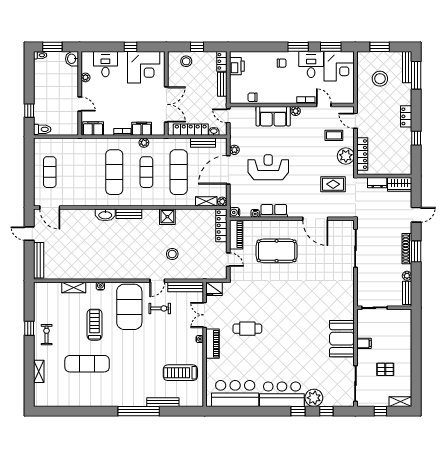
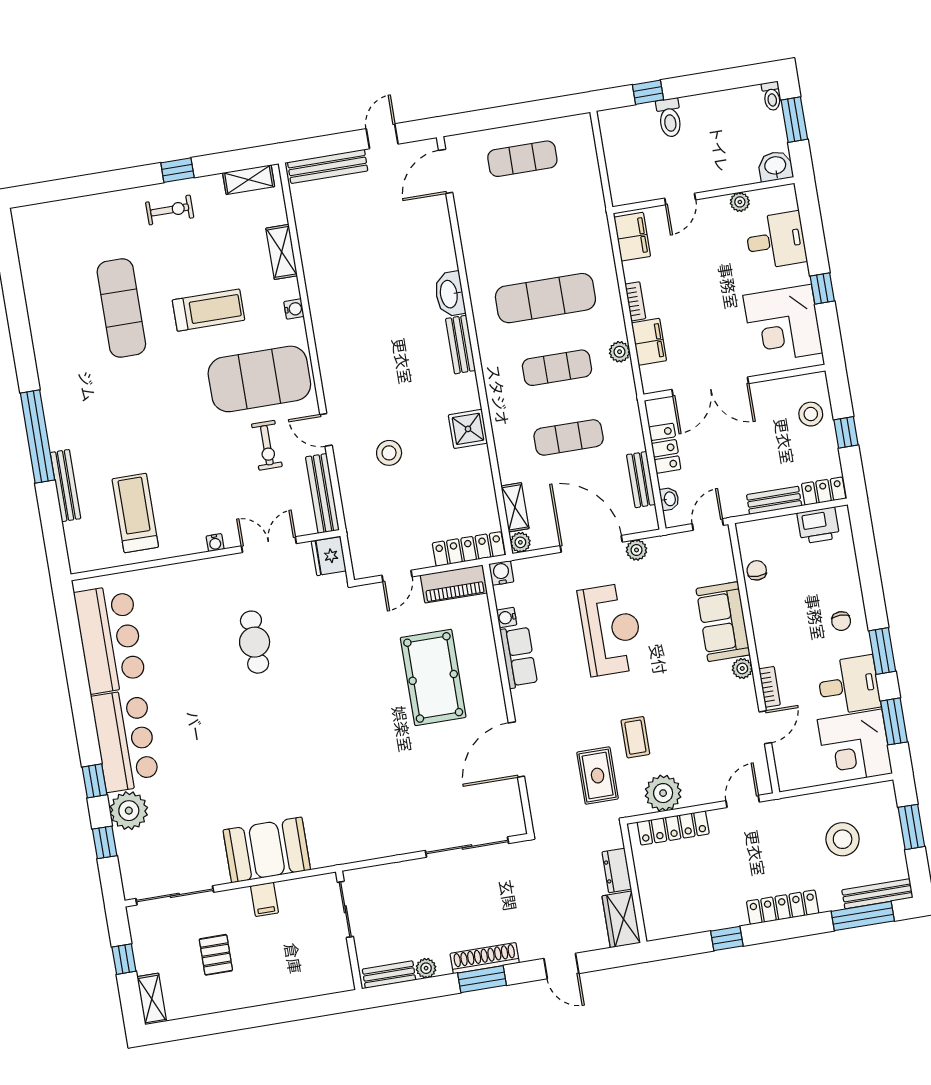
locker: (406, 116) -> (783, 907), width x1.53
toilet: (42, 129) -> (669, 118), moved
locker: (191, 130) -> (665, 448), width x0.66
coffee table: (334, 135) -> (635, 737), moved
exercise mat: (179, 172) -> (569, 437), width x0.73, depth x0.69
piano: (213, 344) -> (210, 572), removed
shelving: (39, 371) -> (249, 180), moved

